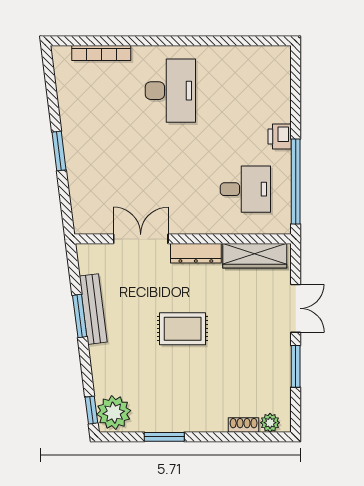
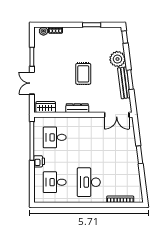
desk: (245, 91) -> (55, 182), added
double door: (141, 239) -> (117, 115), moved
wardrobe: (255, 256) -> (46, 107), width x0.67
rug: (183, 329) -> (83, 74), turned 90
plant: (114, 413) -> (117, 59), moved

